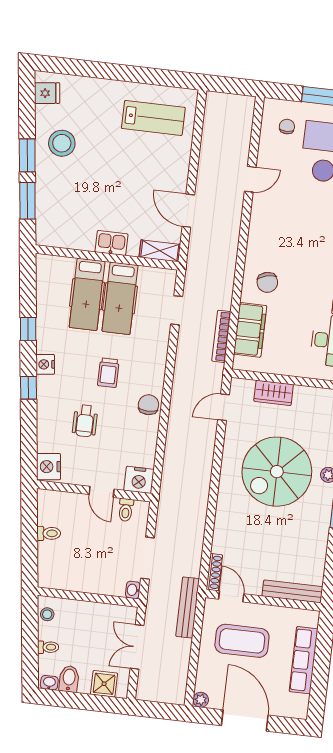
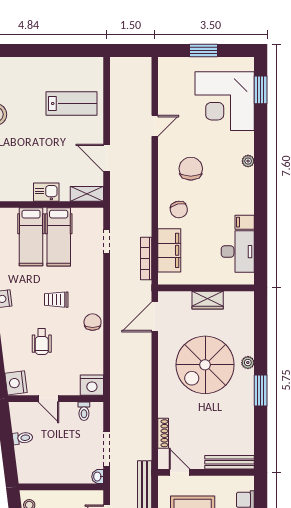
lab bench: (153, 118) -> (71, 103), moved
chair: (287, 127) -> (191, 169), moved, width x1.87, depth x1.87
trolley: (108, 373) -> (56, 300), turned 90
wardrobe: (274, 393) -> (208, 300), moved
door: (224, 407) -> (155, 317), width x1.38
door: (102, 492) -> (48, 399), moved
shoe rack: (214, 572) -> (163, 433), moved

